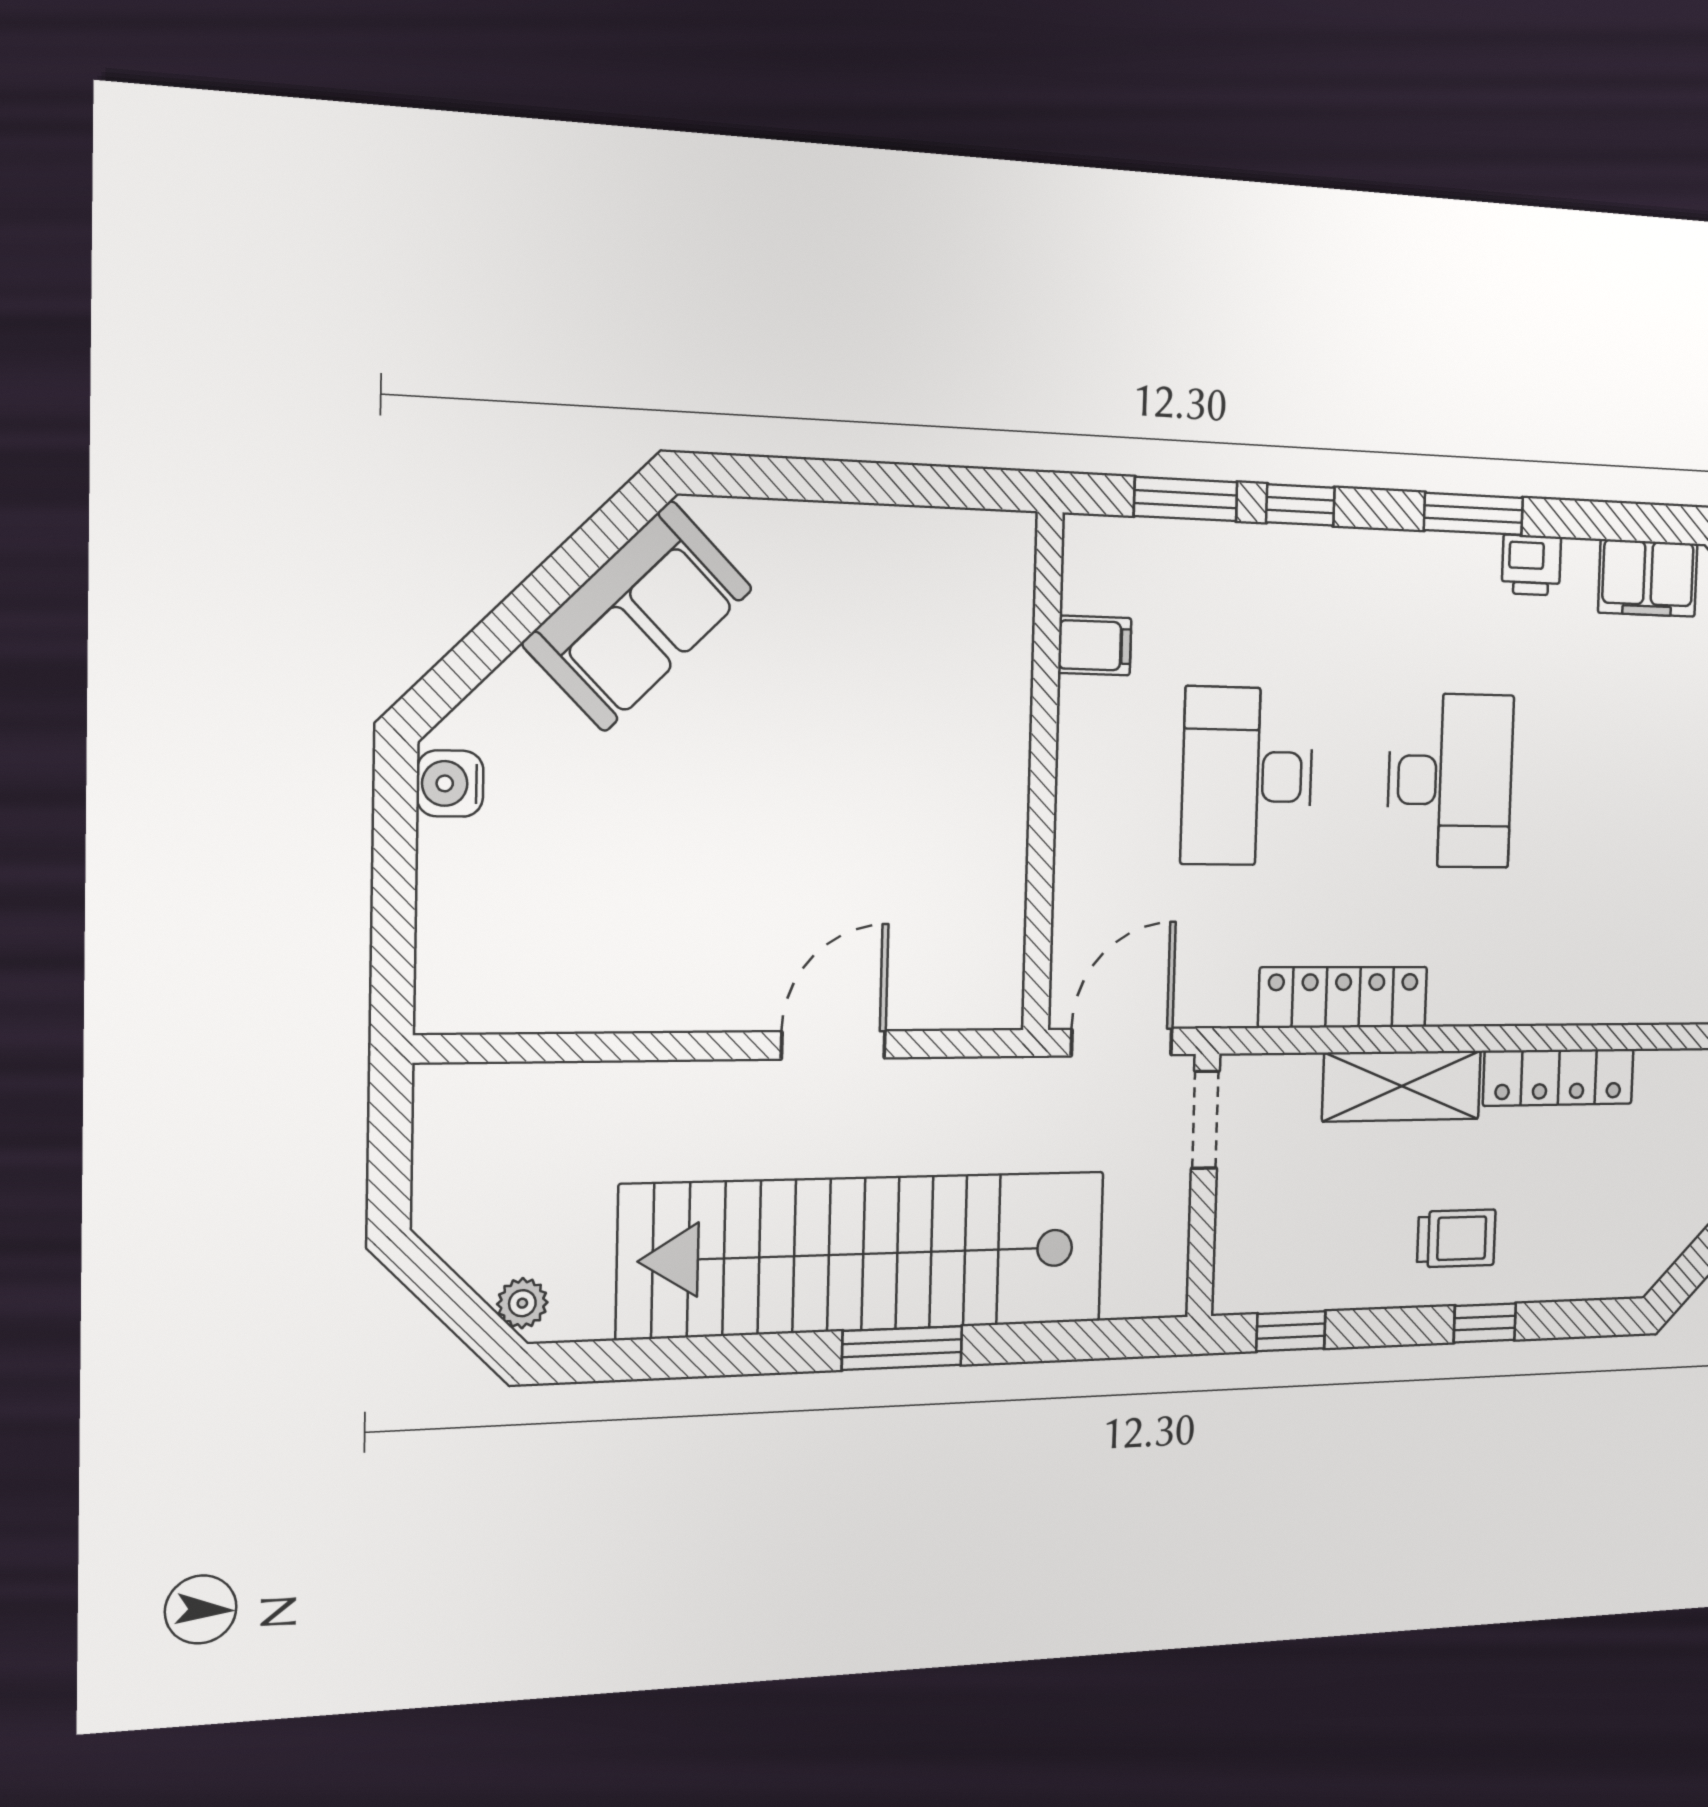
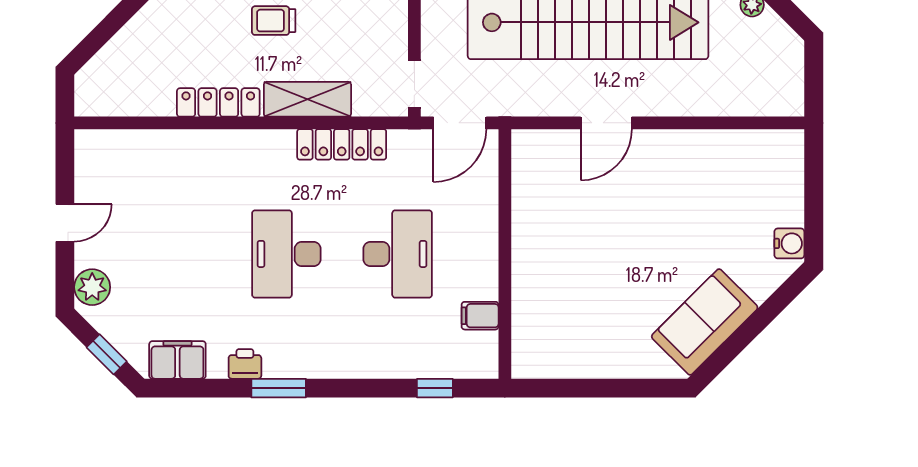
window: (1186, 499) -> (435, 388), width x0.67
window: (1300, 505) -> (374, 388), removed

